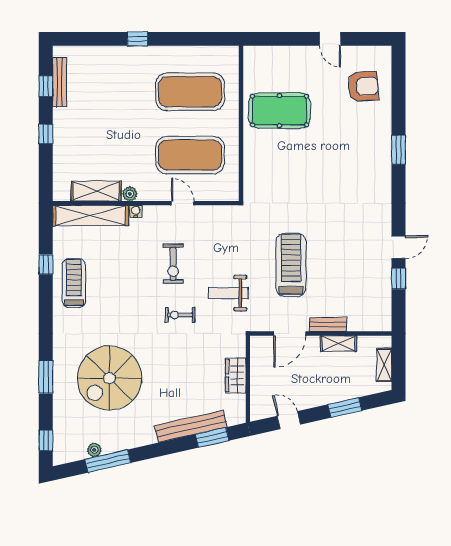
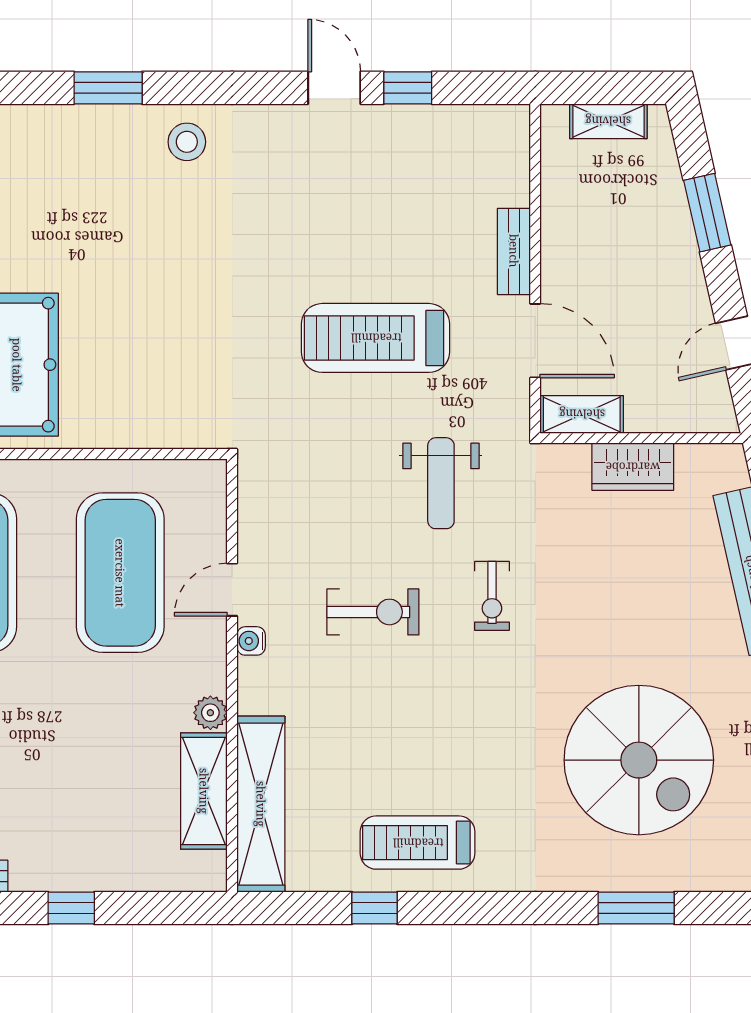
stool: (375, 184) -> (187, 142), added
water cooler: (136, 211) -> (251, 641), moved
shelving: (338, 344) -> (582, 414), moved, turned 90

